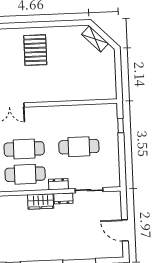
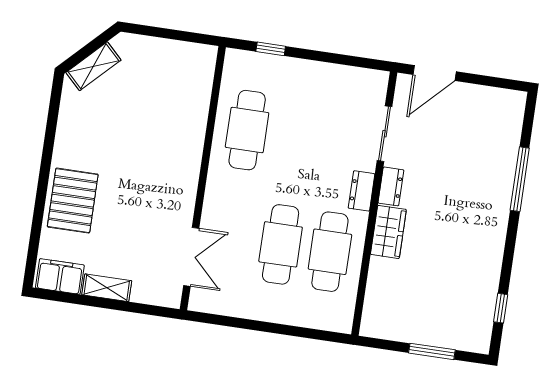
pallet: (35, 50) -> (73, 201), moved, turned 90
cafe table: (79, 147) -> (247, 130), moved
door: (125, 230) -> (435, 73), moved

